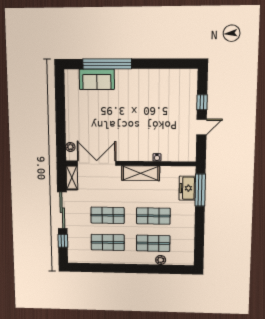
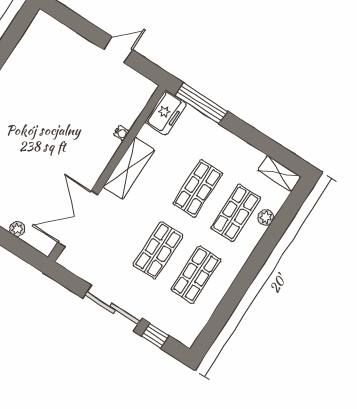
window: (202, 102) -> (86, 29), removed
door: (202, 127) -> (118, 50), hinge flipped
plant: (70, 147) -> (17, 229), moved
shelving: (72, 178) -> (279, 173), moved
freezer: (187, 188) -> (166, 113), moved, turned -90

